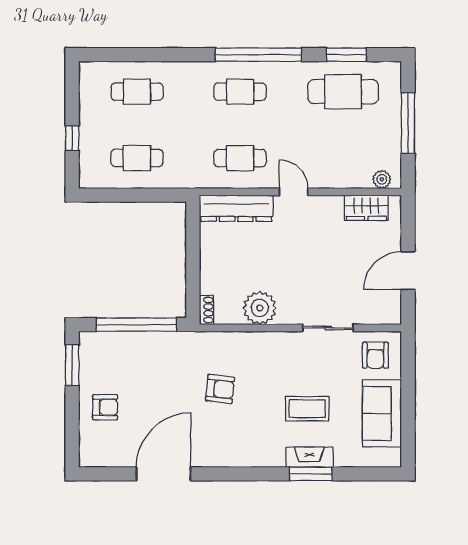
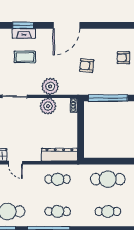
cafe table: (137, 158) -> (108, 179), width x1.37, depth x1.35
door: (294, 192) -> (15, 163), moved
plant: (255, 348) -> (50, 86), added
armchair: (220, 389) -> (87, 66), moved
door: (163, 474) -> (66, 25), moved

